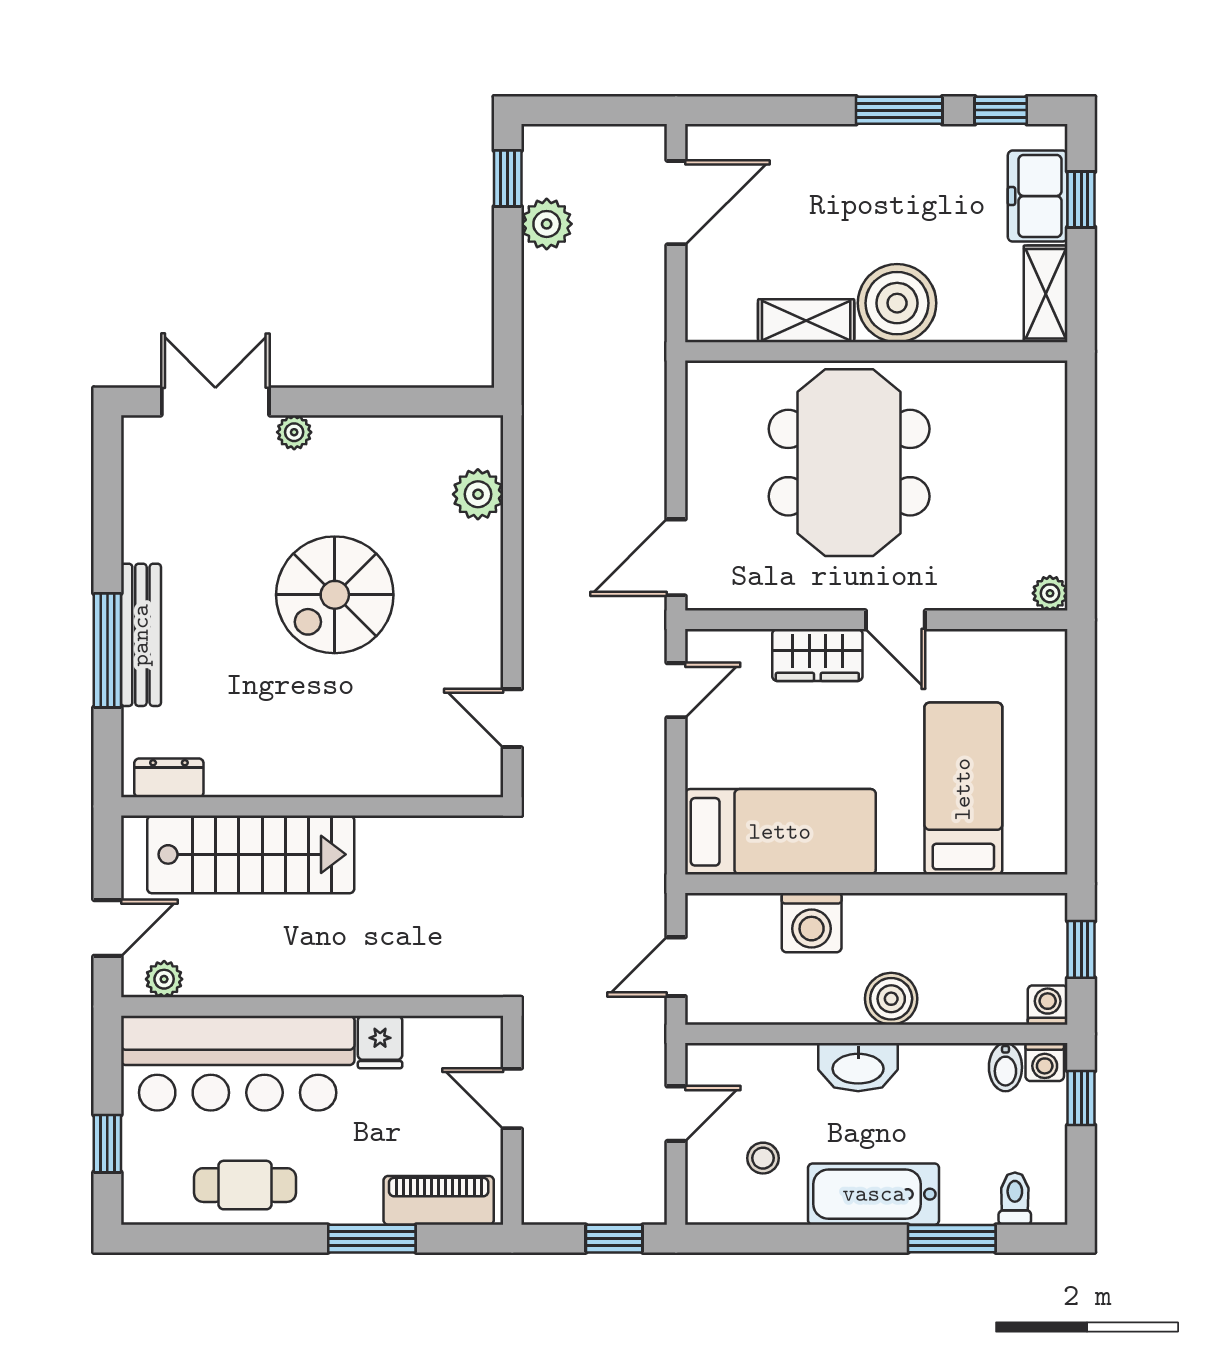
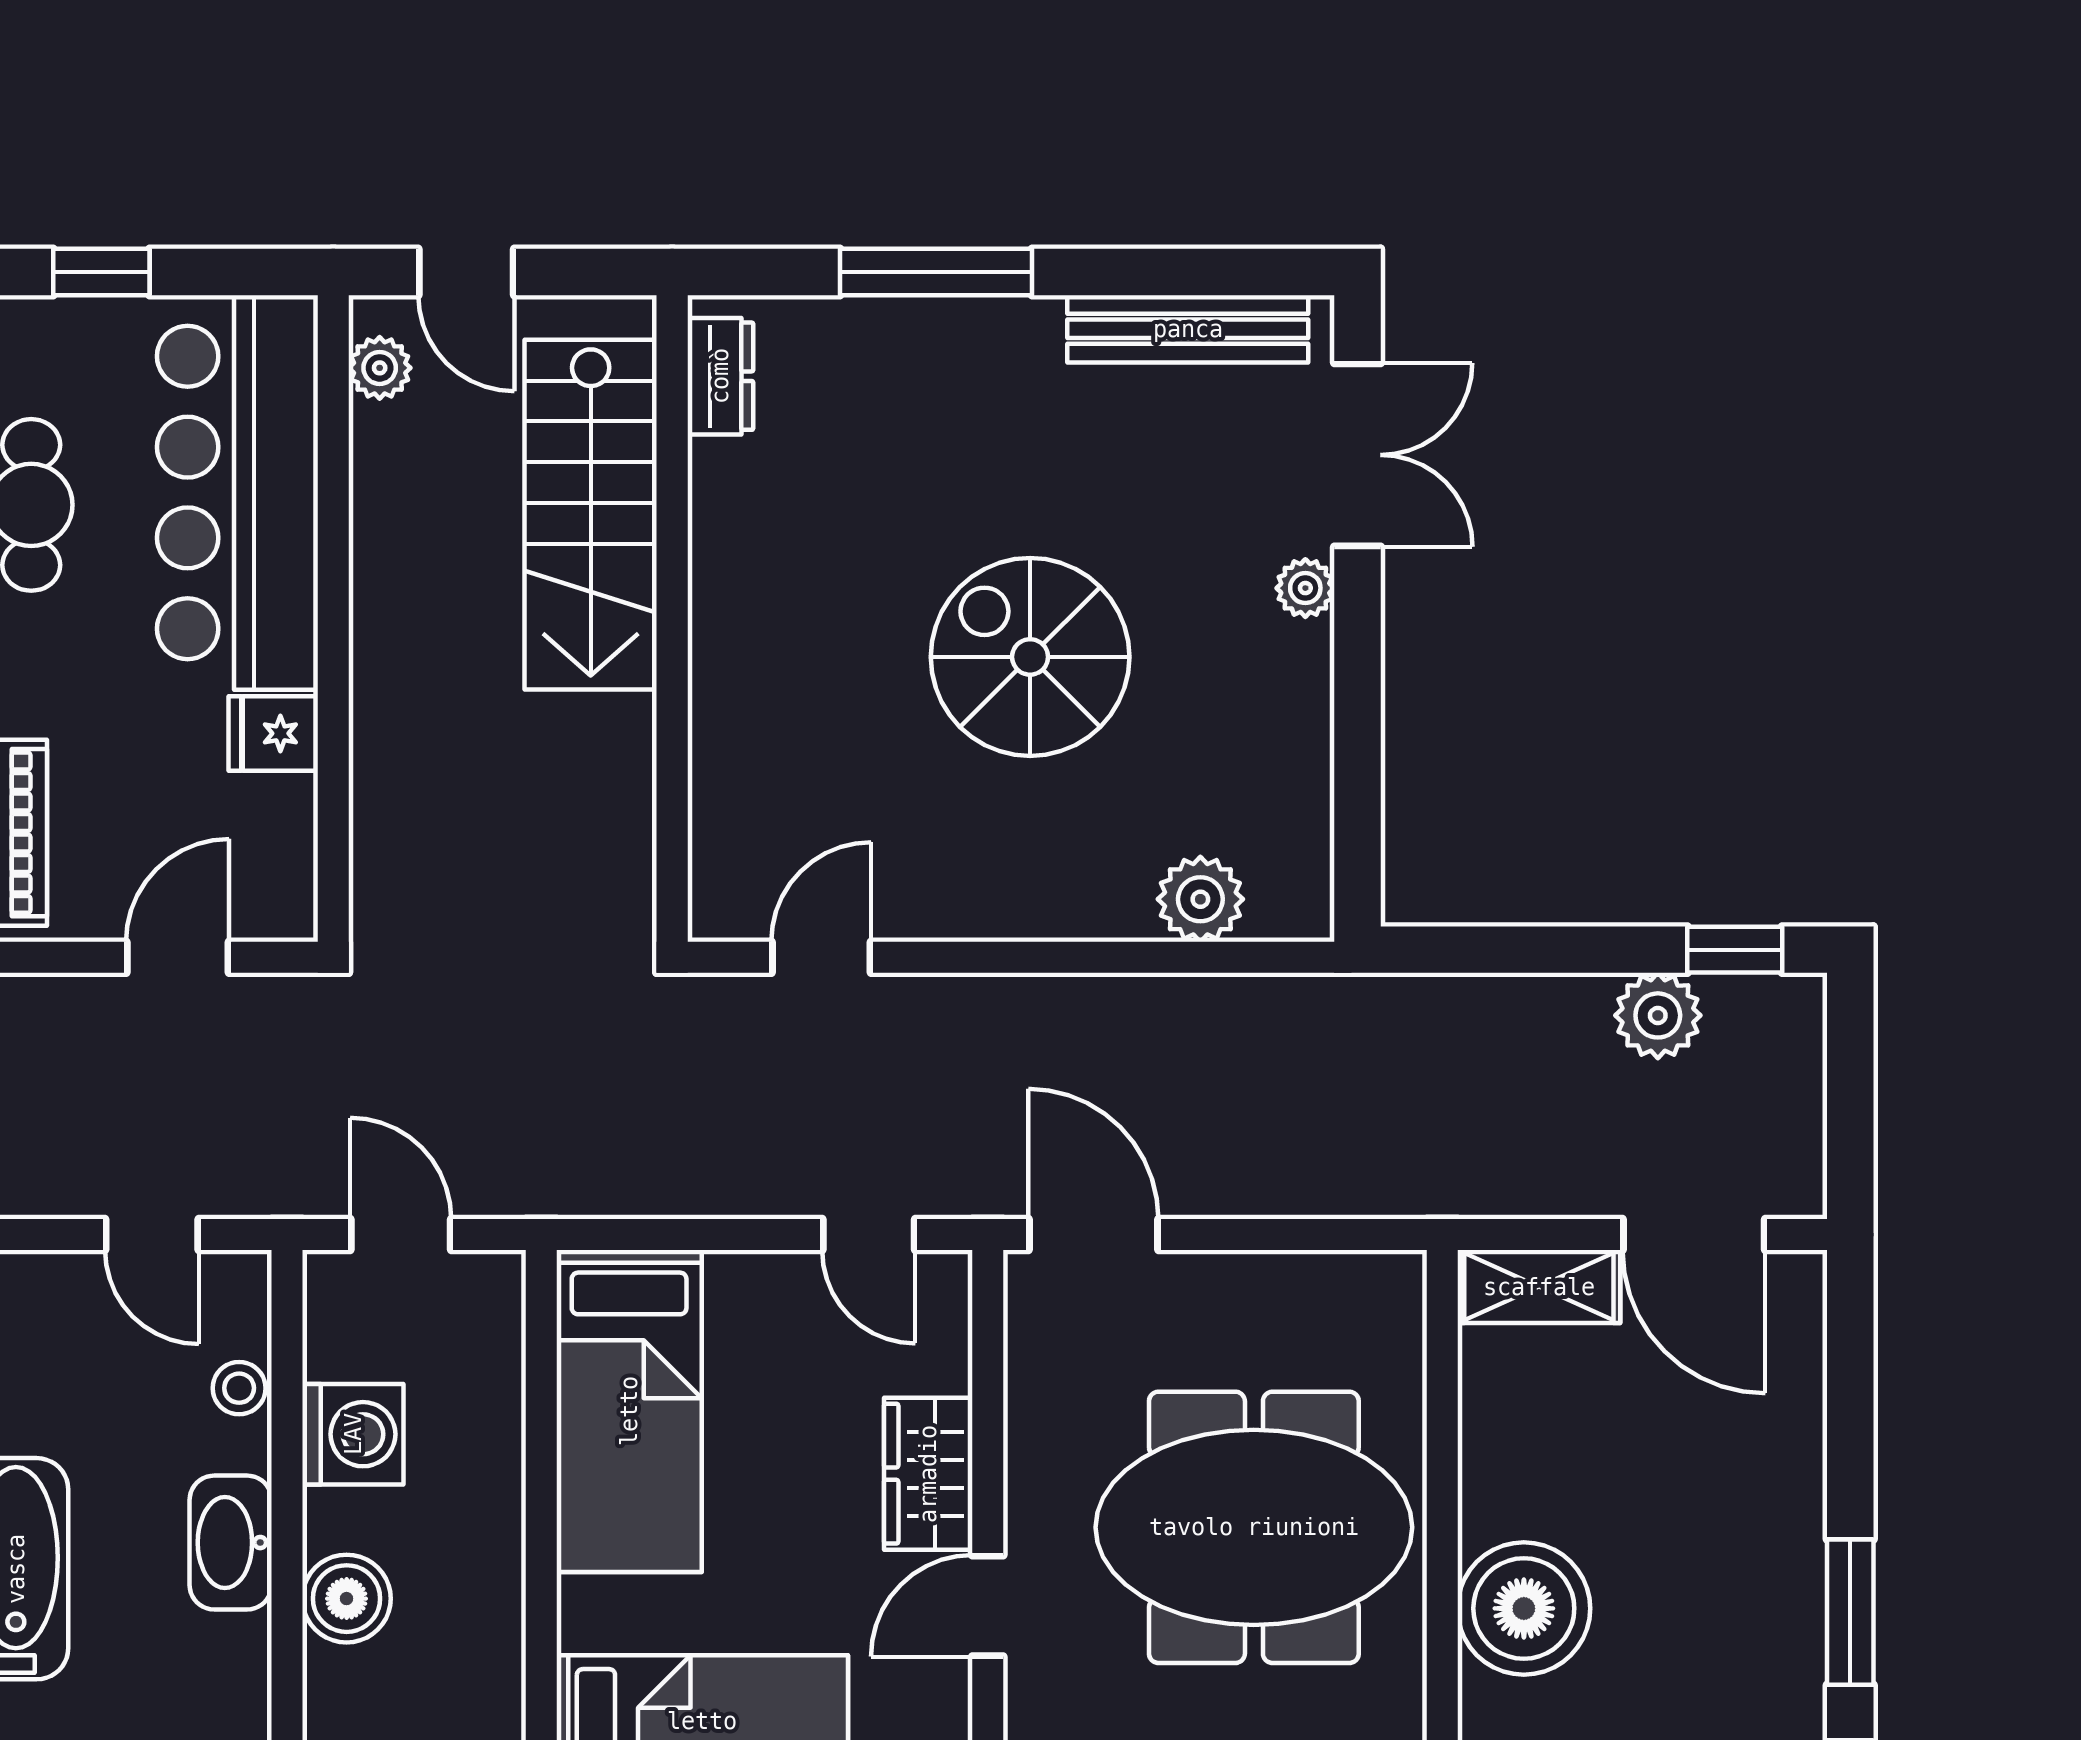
shelving: (806, 321) -> (1539, 1287), moved, turned 90
bench: (141, 635) -> (1188, 329), moved
washing machine: (812, 923) -> (353, 1434), moved, turned 180
stool: (763, 1158) -> (239, 1388), moved

